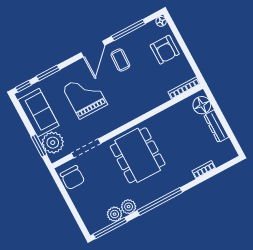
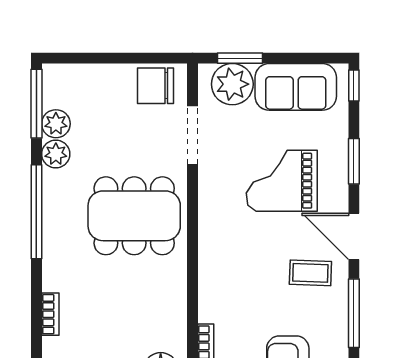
window: (48, 73) -> (354, 161), moved
grand piano: (85, 96) -> (282, 181), turned 180

